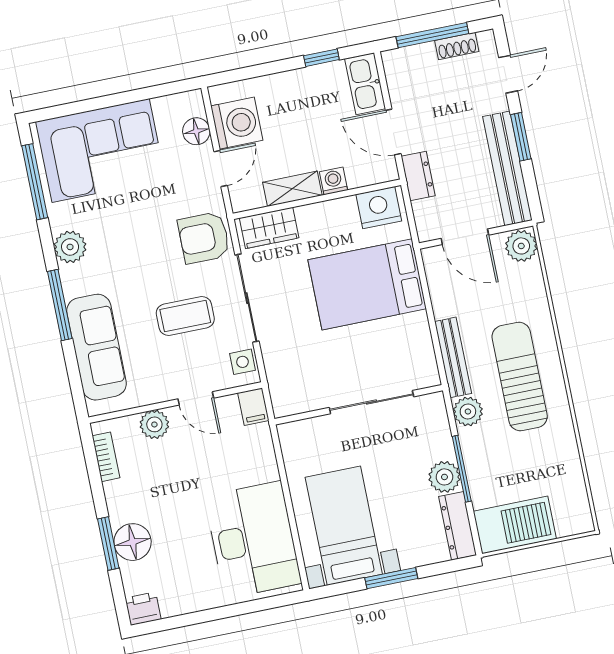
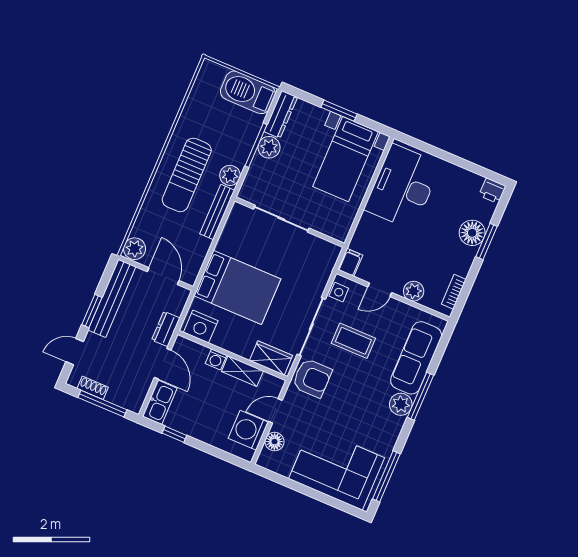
plant: (70, 247) -> (401, 404), moved
door: (196, 398) -> (380, 290), swing flipped

